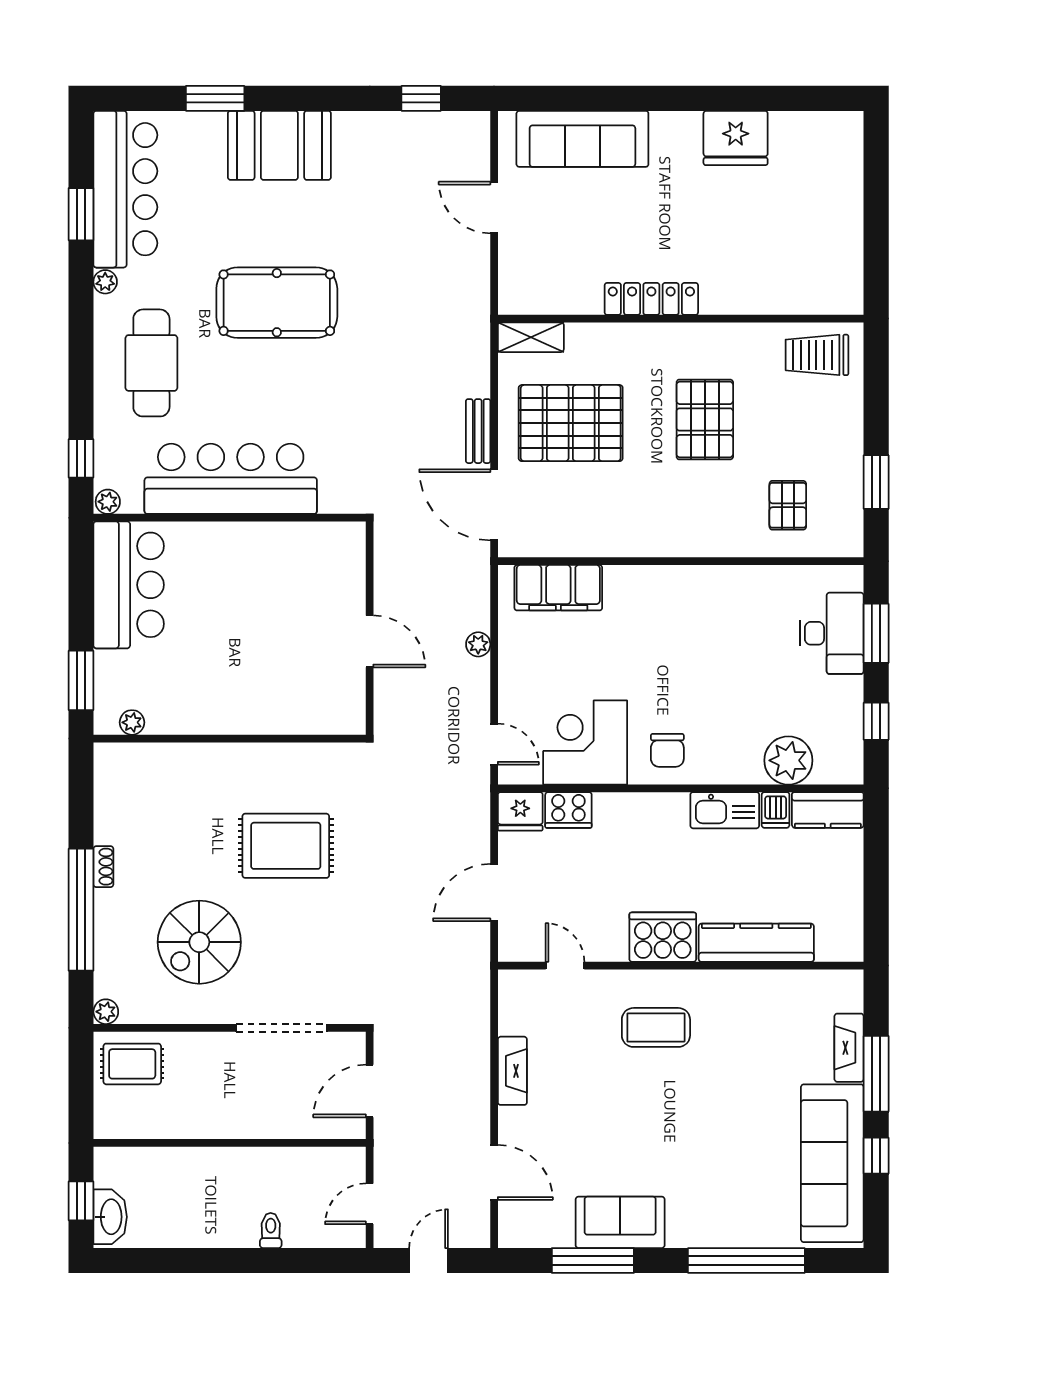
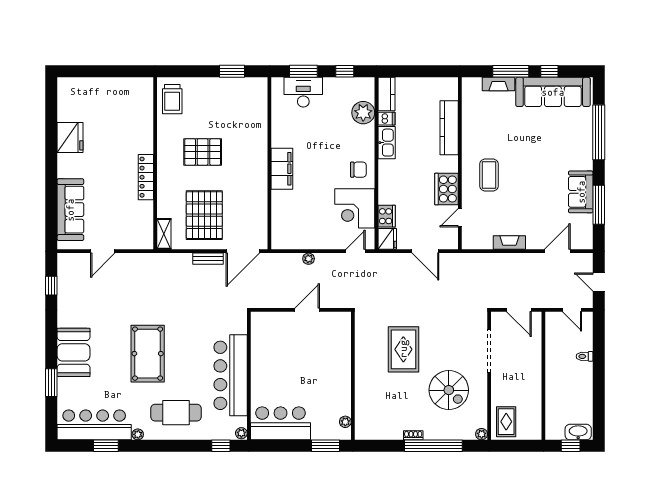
pallet: (788, 505) -> (243, 113), removed
filing cabinet: (558, 588) -> (282, 169), moved
cooker: (663, 937) -> (446, 189), moved

